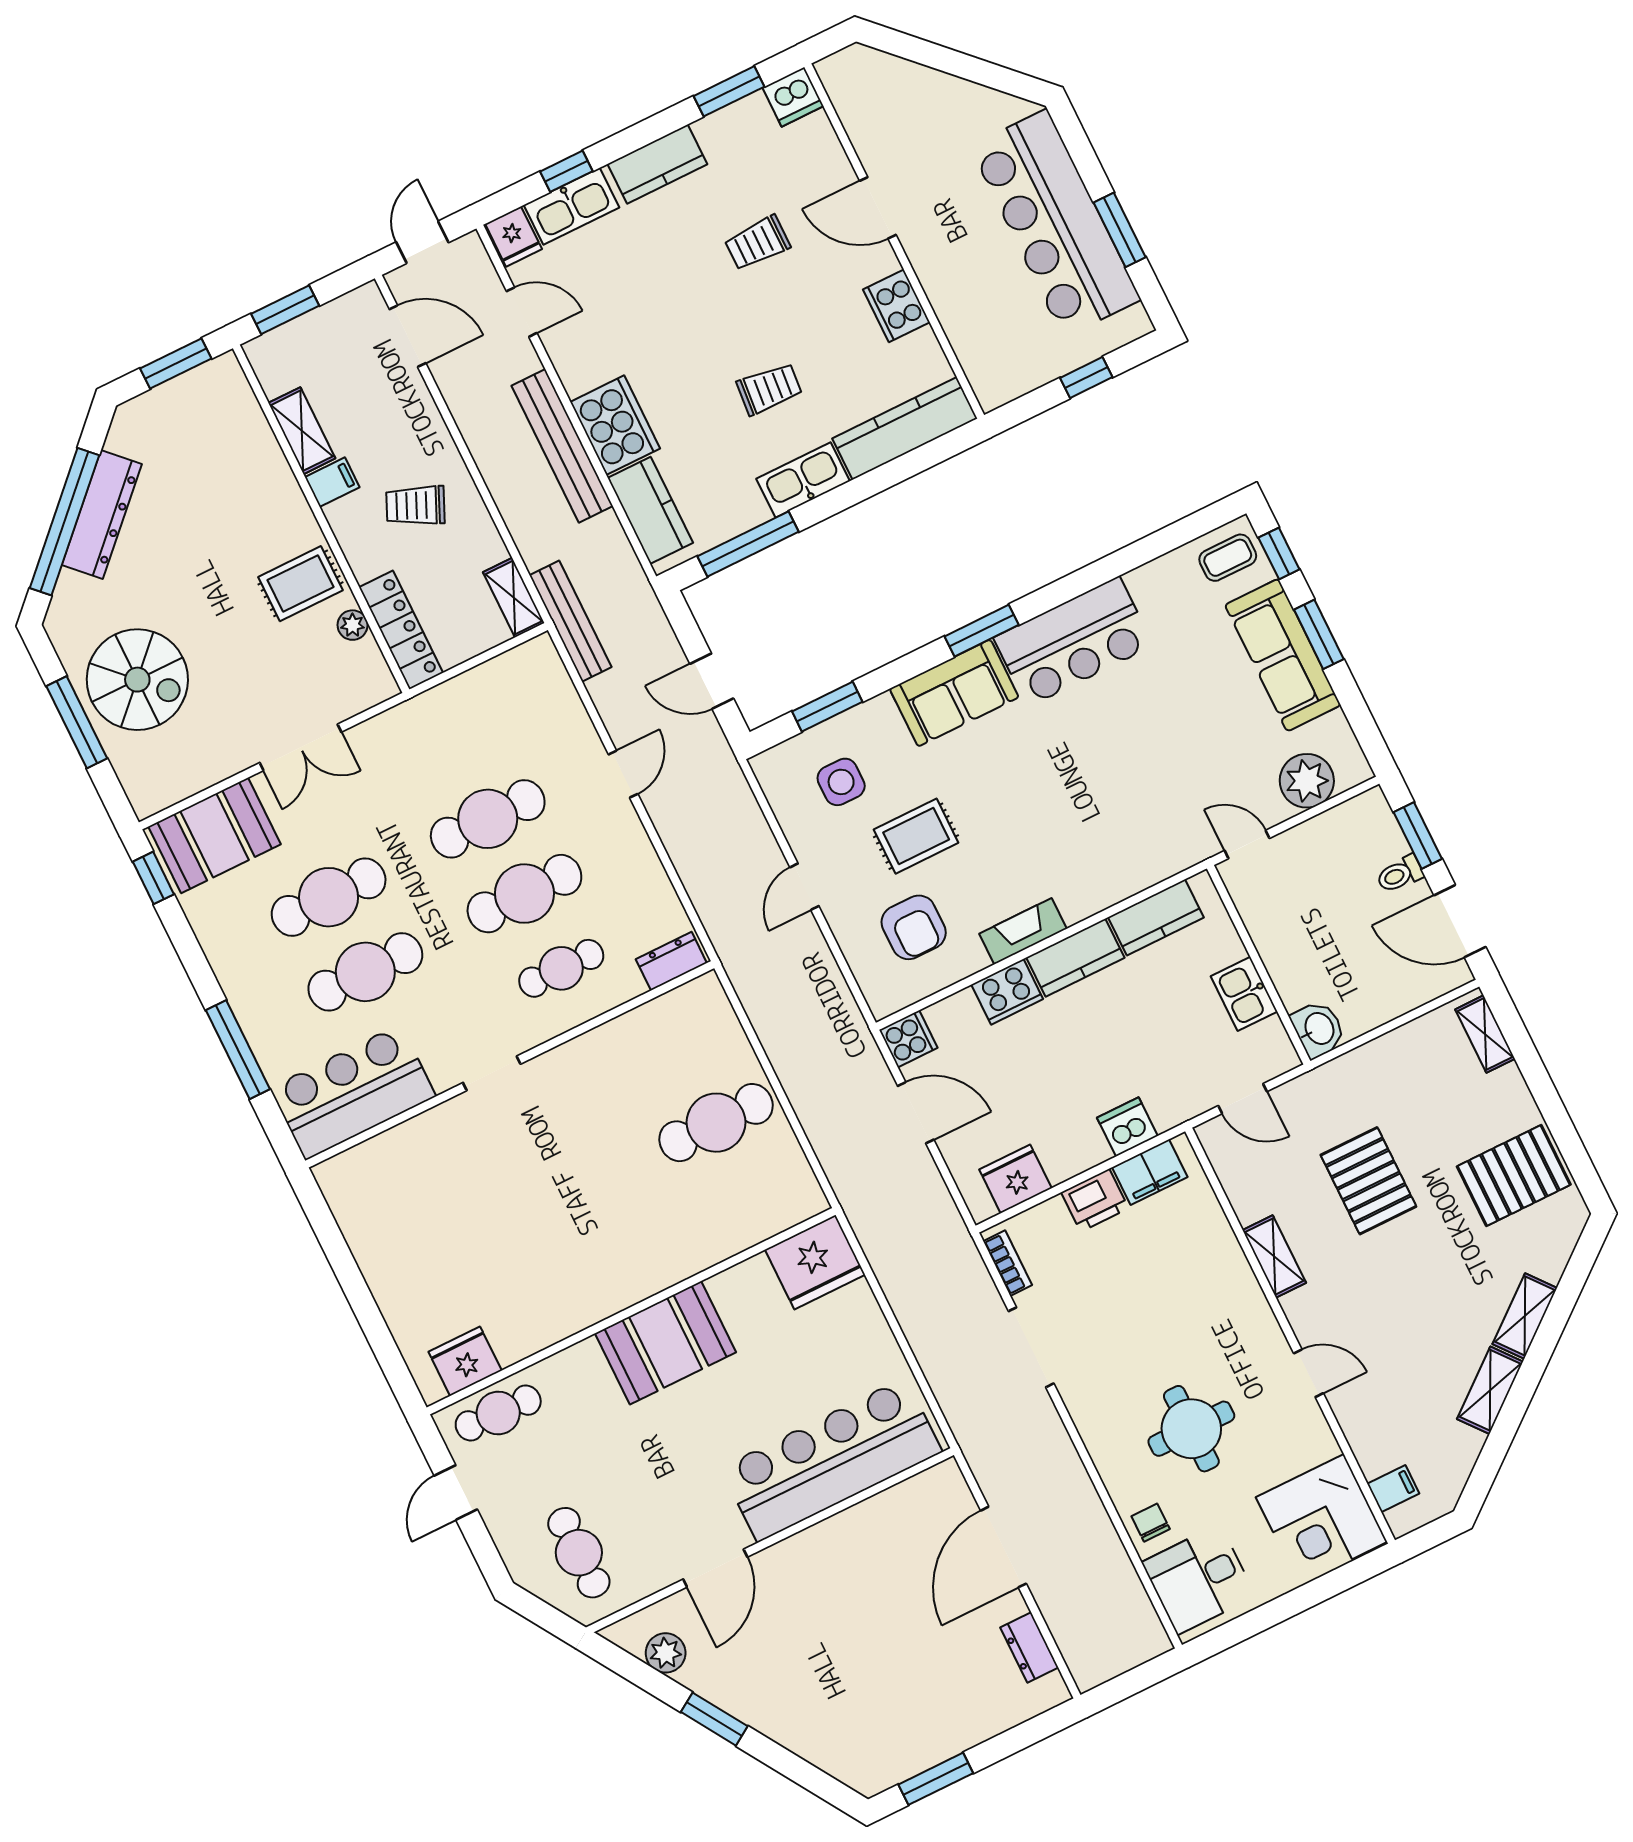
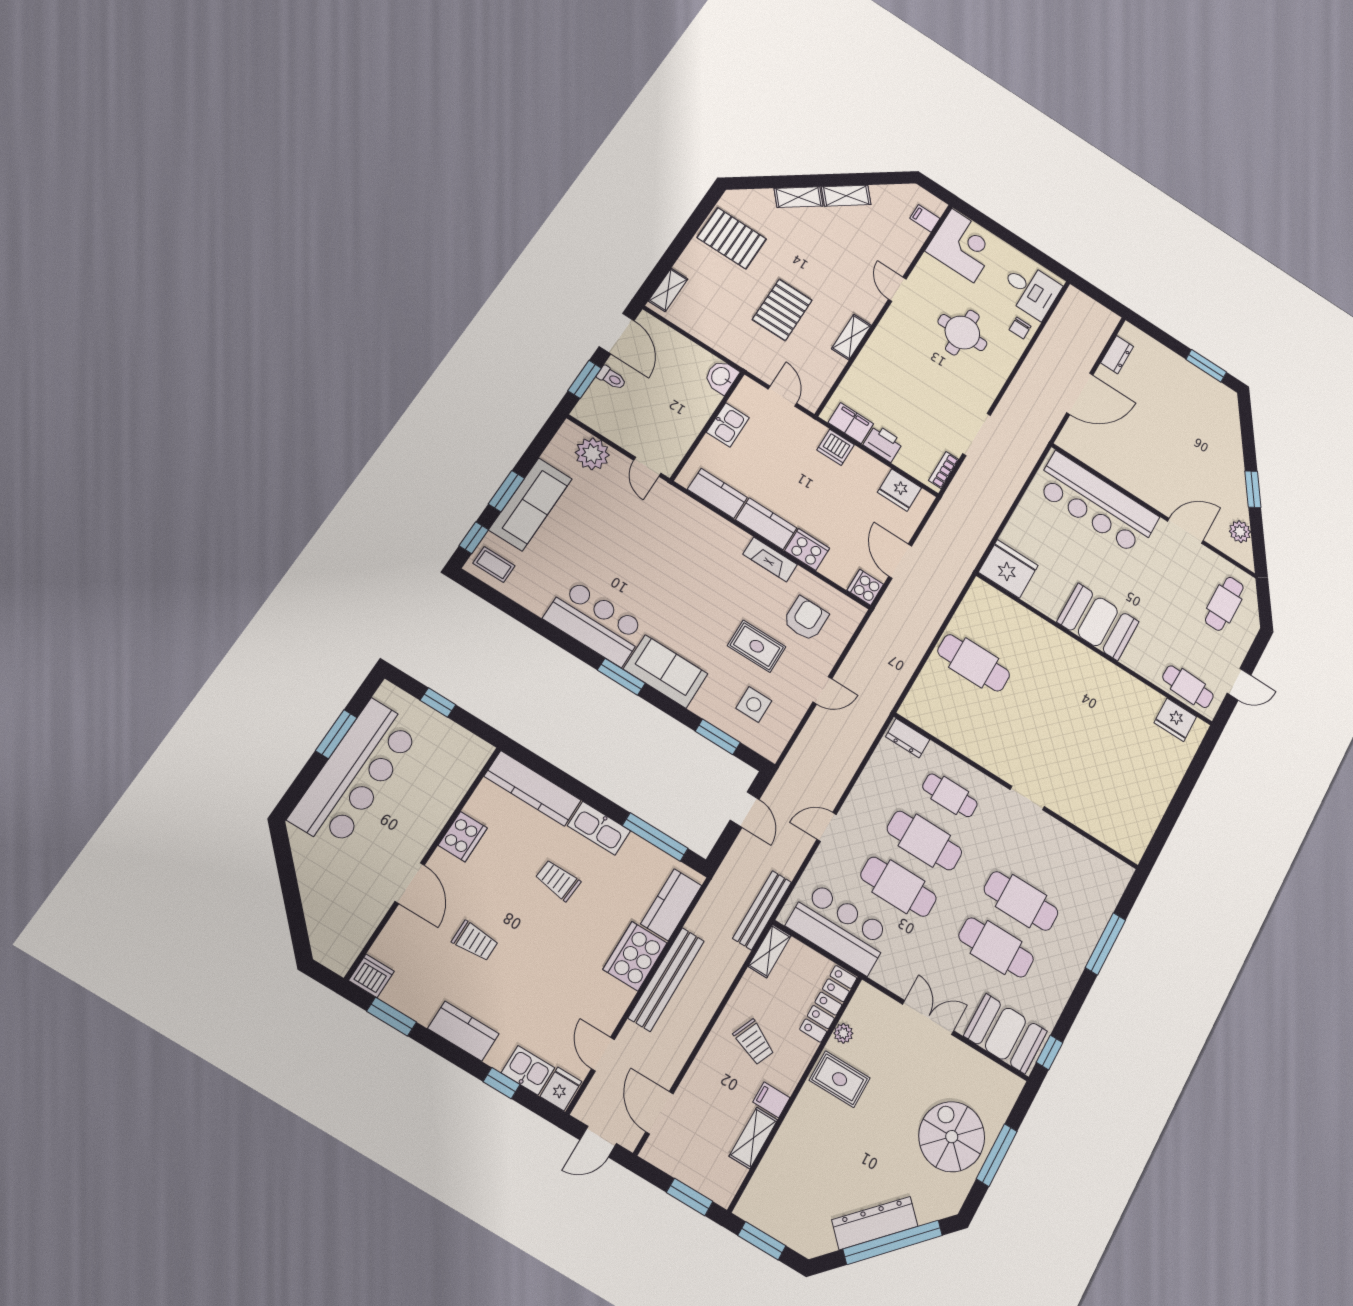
kitchen sink: (571, 206) -> (528, 1070), width x0.73
bar counter: (353, 1092) -> (839, 928), moved, turned 180

